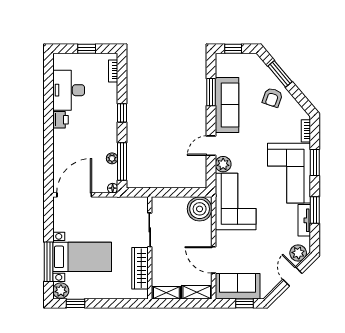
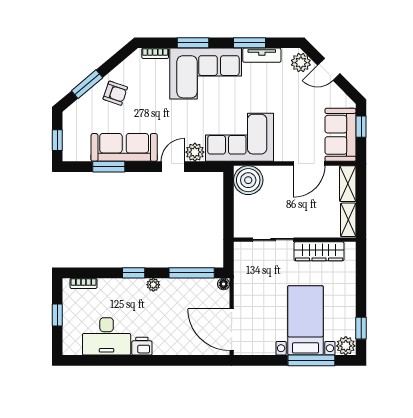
door: (211, 146) -> (173, 167), swing flipped
plant: (112, 158) -> (153, 285), moved

